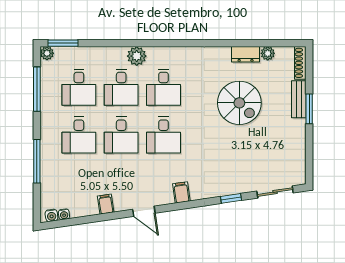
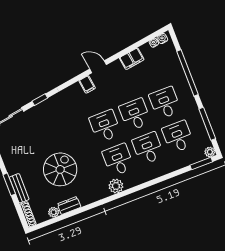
plant: (137, 56) -> (116, 186), moved
spiral stairs: (239, 103) -> (60, 169), turned 90
window: (37, 161) -> (188, 73), width x1.46
filing cabinet: (181, 192) -> (87, 84), moved
filing cabinet: (106, 204) -> (132, 59), width x2.00

